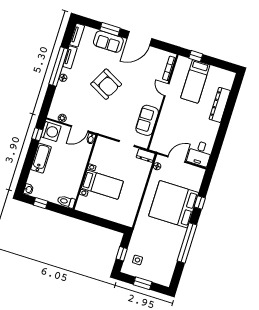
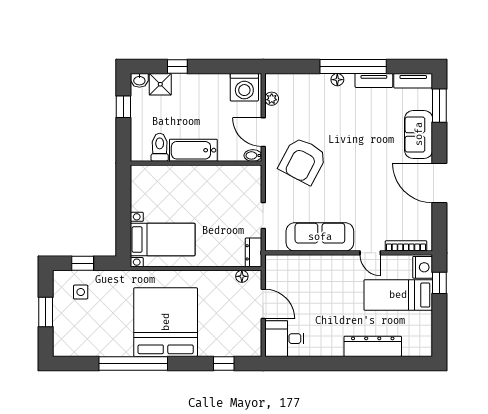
window: (110, 29) -> (439, 106), moved
nightstand: (184, 63) -> (423, 267), added
armchair: (106, 84) -> (303, 161), moved
door: (167, 90) -> (370, 253), swing flipped
sofa: (147, 120) -> (320, 237), width x1.36
window: (37, 134) -> (177, 66), moved
bathtub: (41, 158) -> (193, 150), moved, turned 180
shower: (34, 178) -> (160, 84), added
bed with nightstands: (102, 185) -> (163, 239), moved, turned -90
toilet: (66, 202) -> (160, 147), moved
window: (200, 202) -> (224, 363), moved
bed: (174, 204) -> (166, 322), moved

